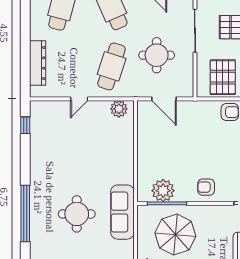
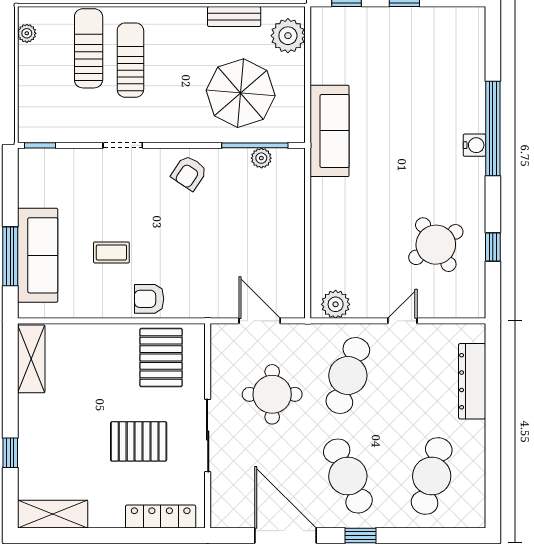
window: (25, 125) -> (493, 247), moved
armchair: (206, 187) -> (189, 173), turned 124
plant: (163, 191) -> (261, 158), width x0.53, depth x0.53
water cooler: (36, 204) -> (474, 145), added
round table: (77, 214) -> (436, 245), moved, turned -33

